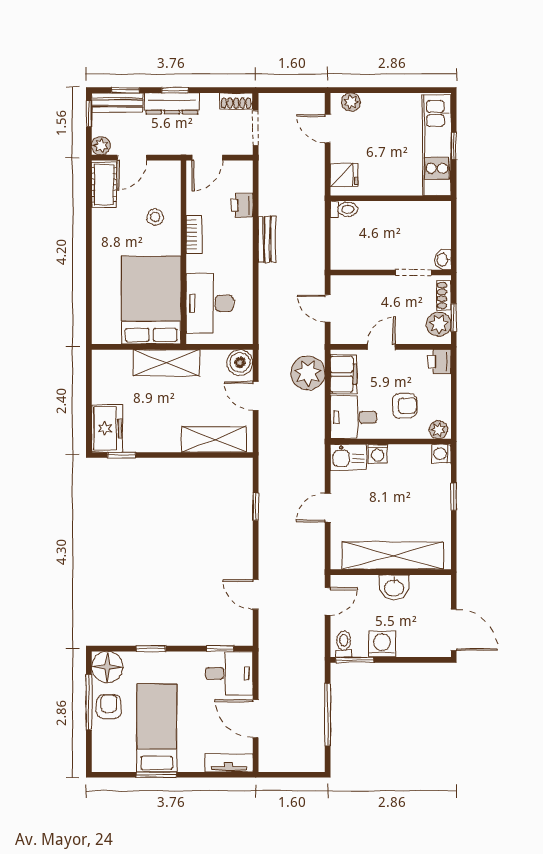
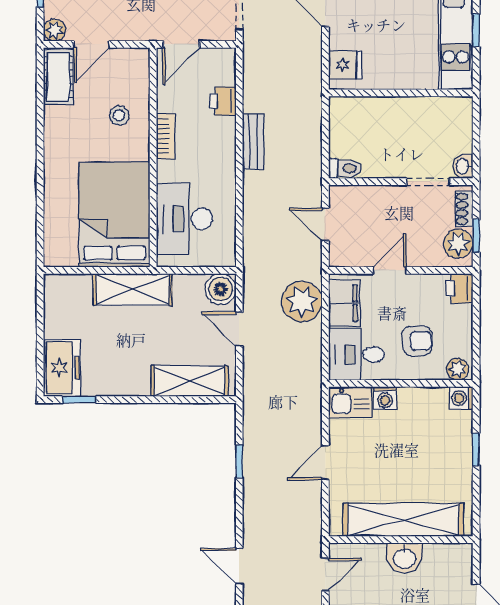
toilet: (344, 209) -> (345, 168), moved

